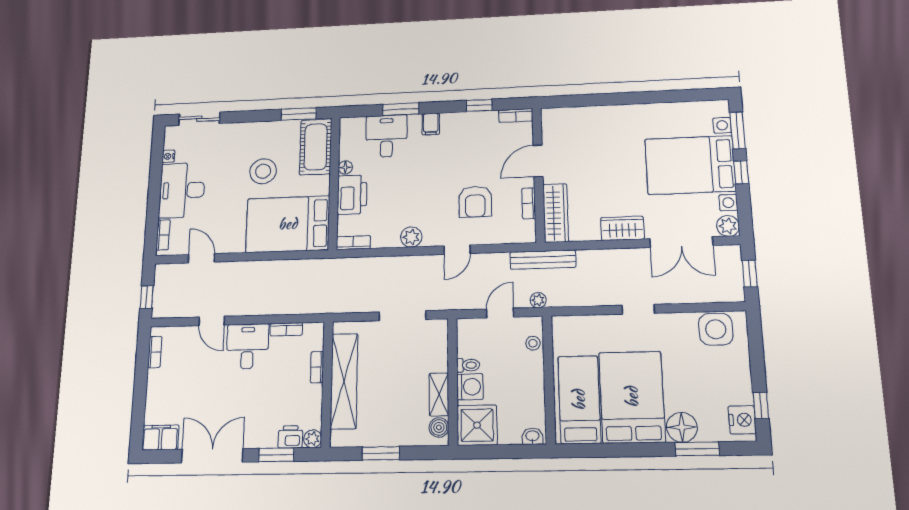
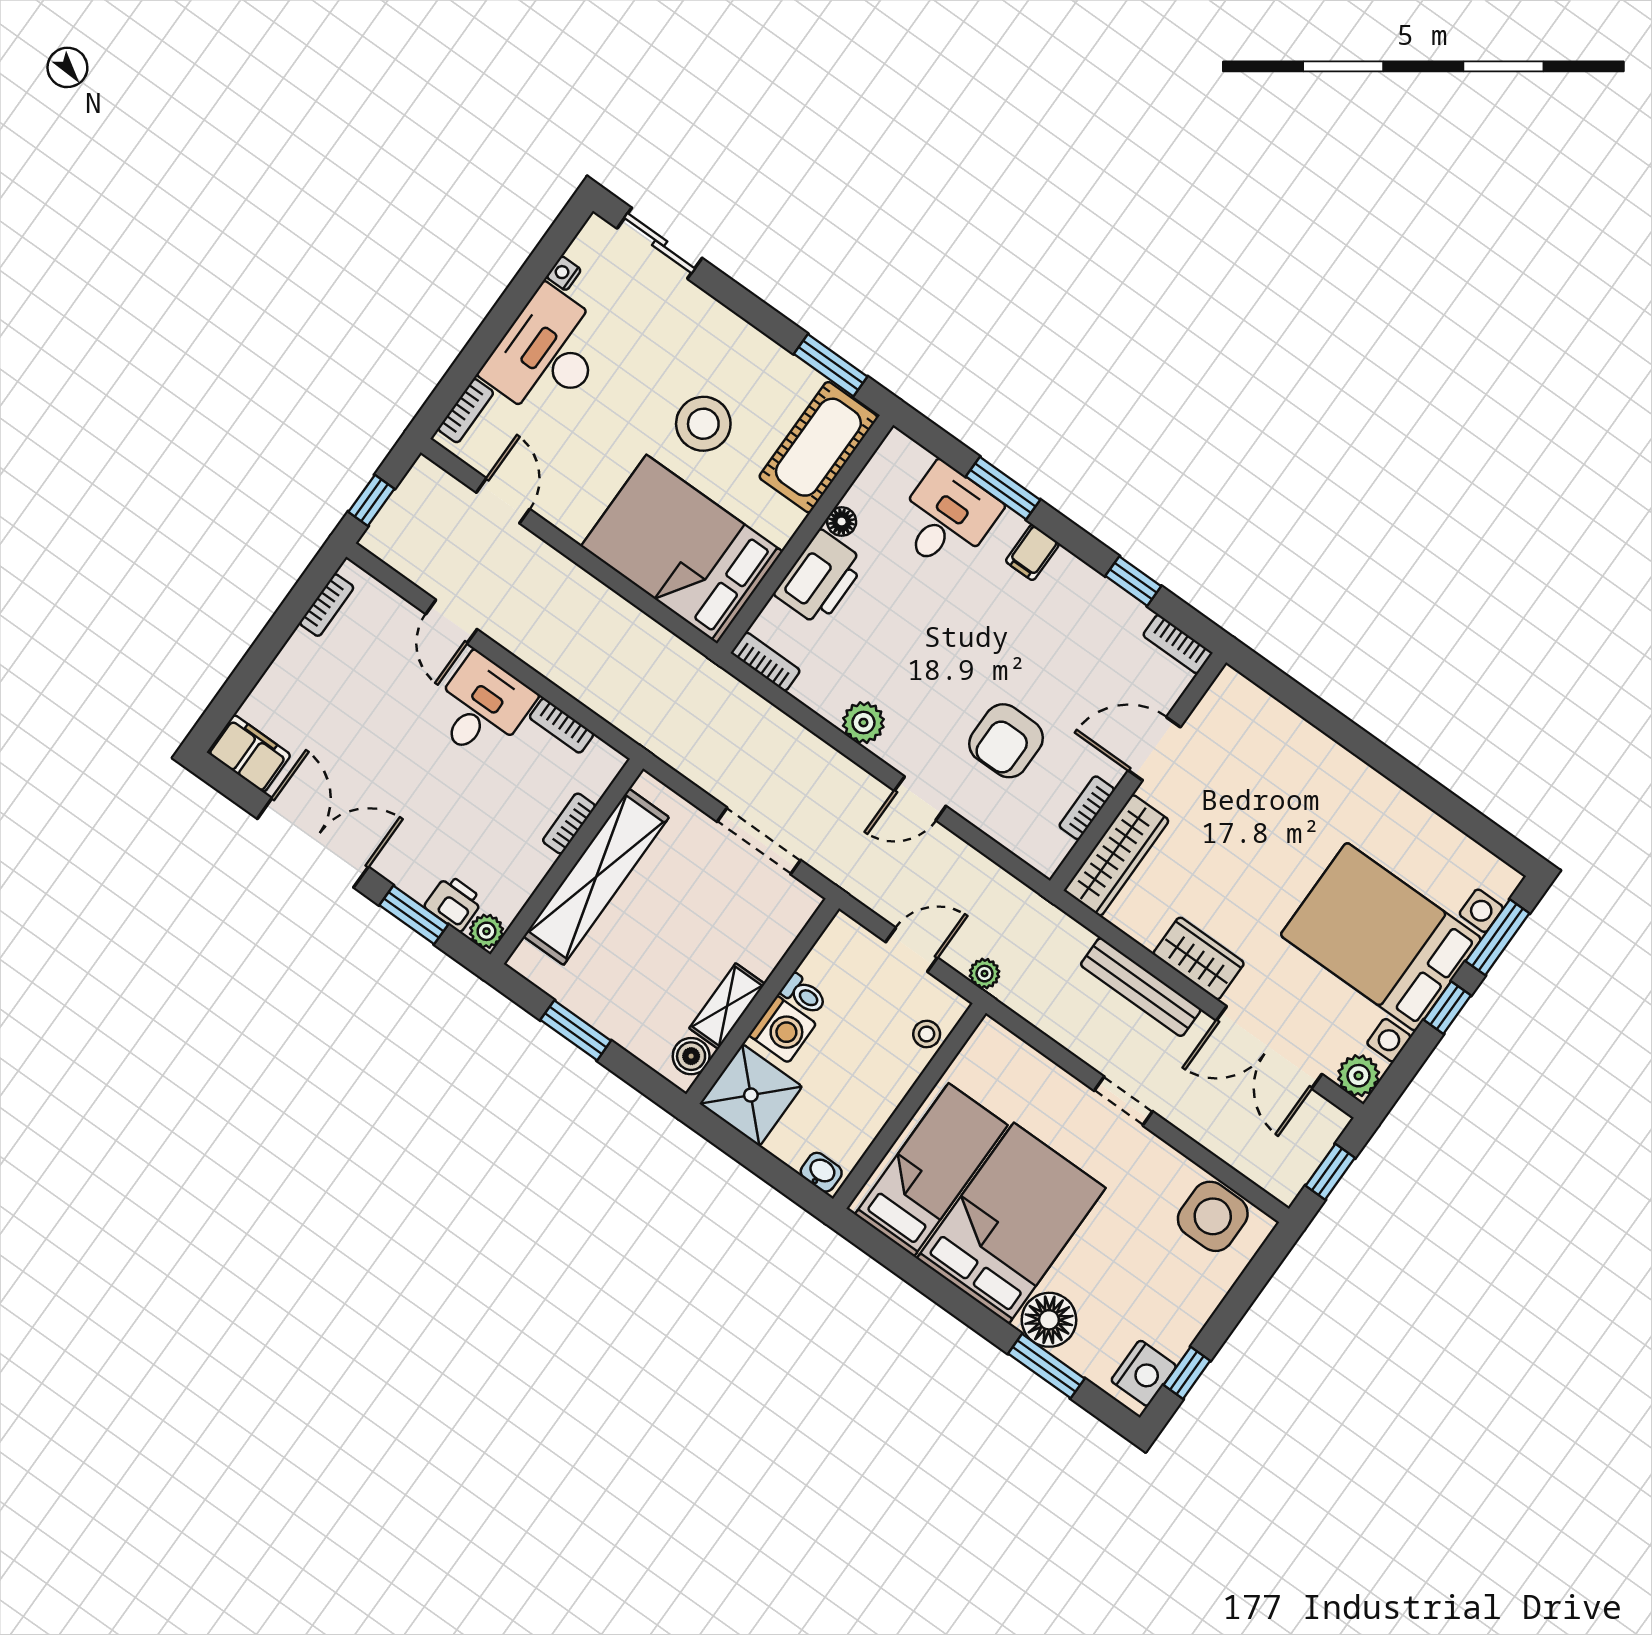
bench: (543, 260) -> (1141, 987), moved

